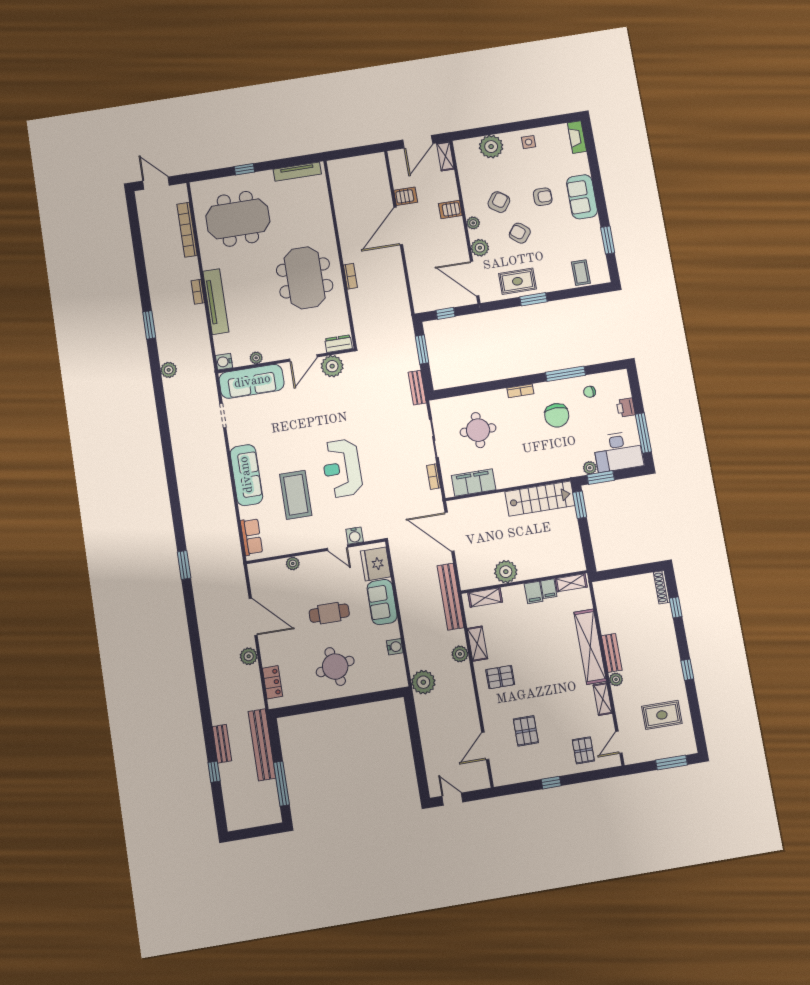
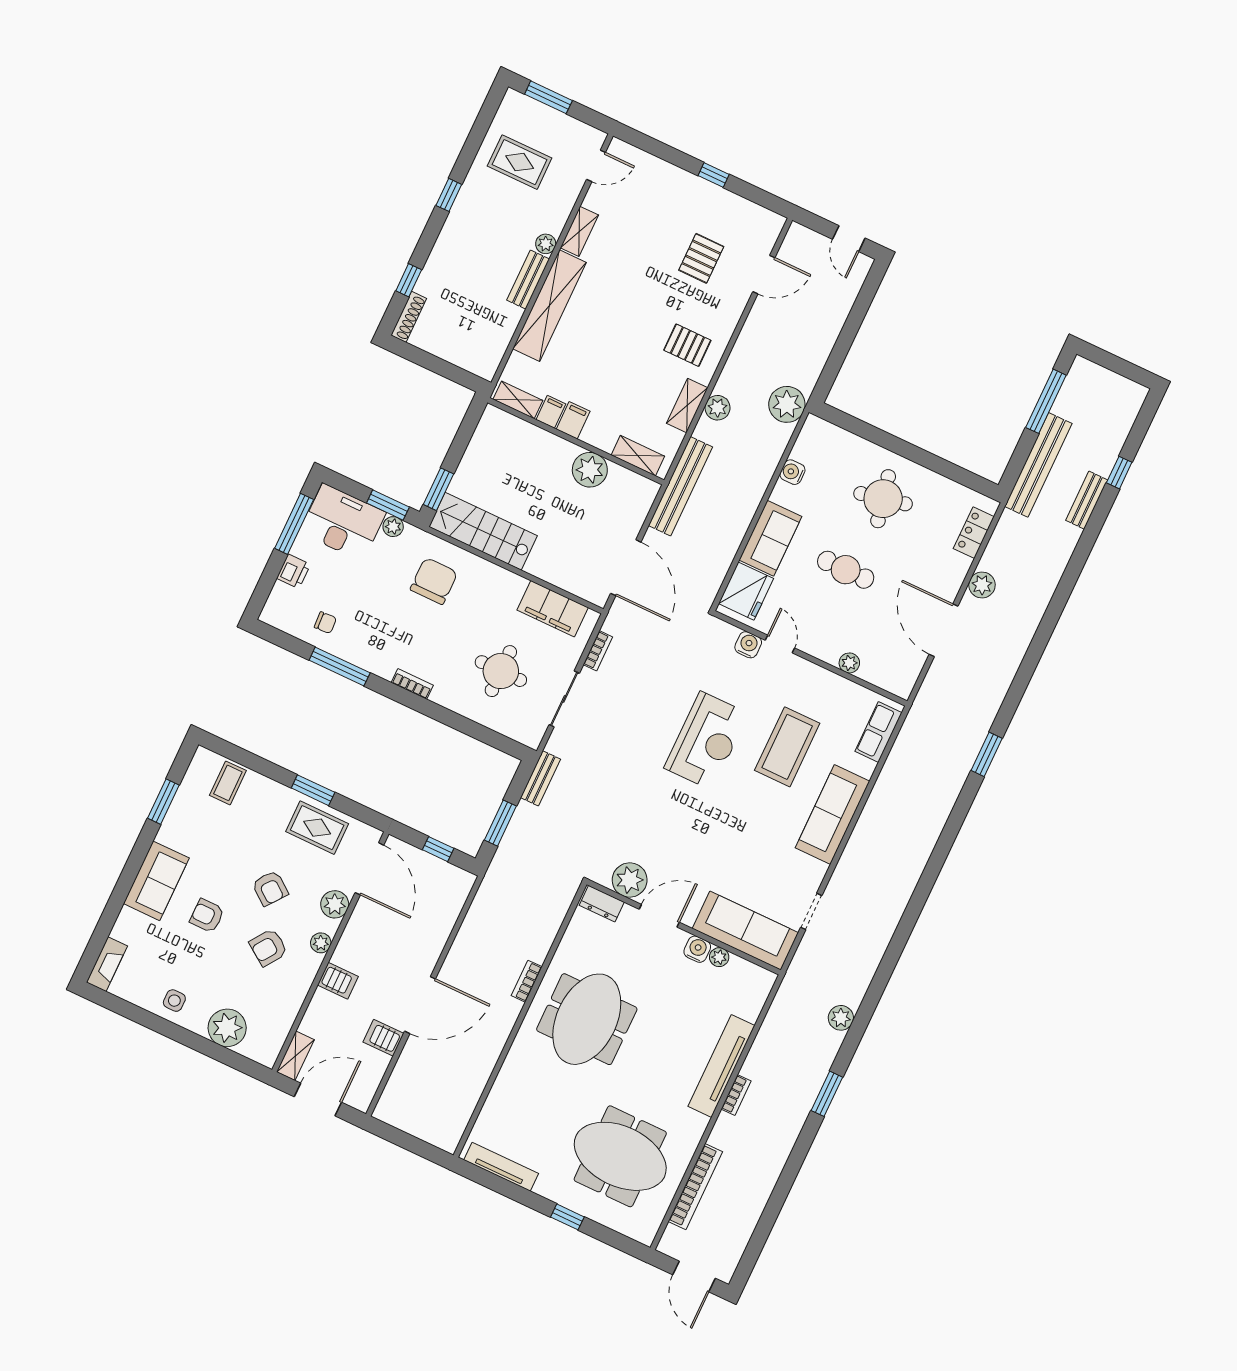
water cooler: (224, 362) -> (697, 949), moved, turned -90
chair: (557, 415) -> (434, 581), moved
pallet: (583, 750) -> (647, 186), removed

